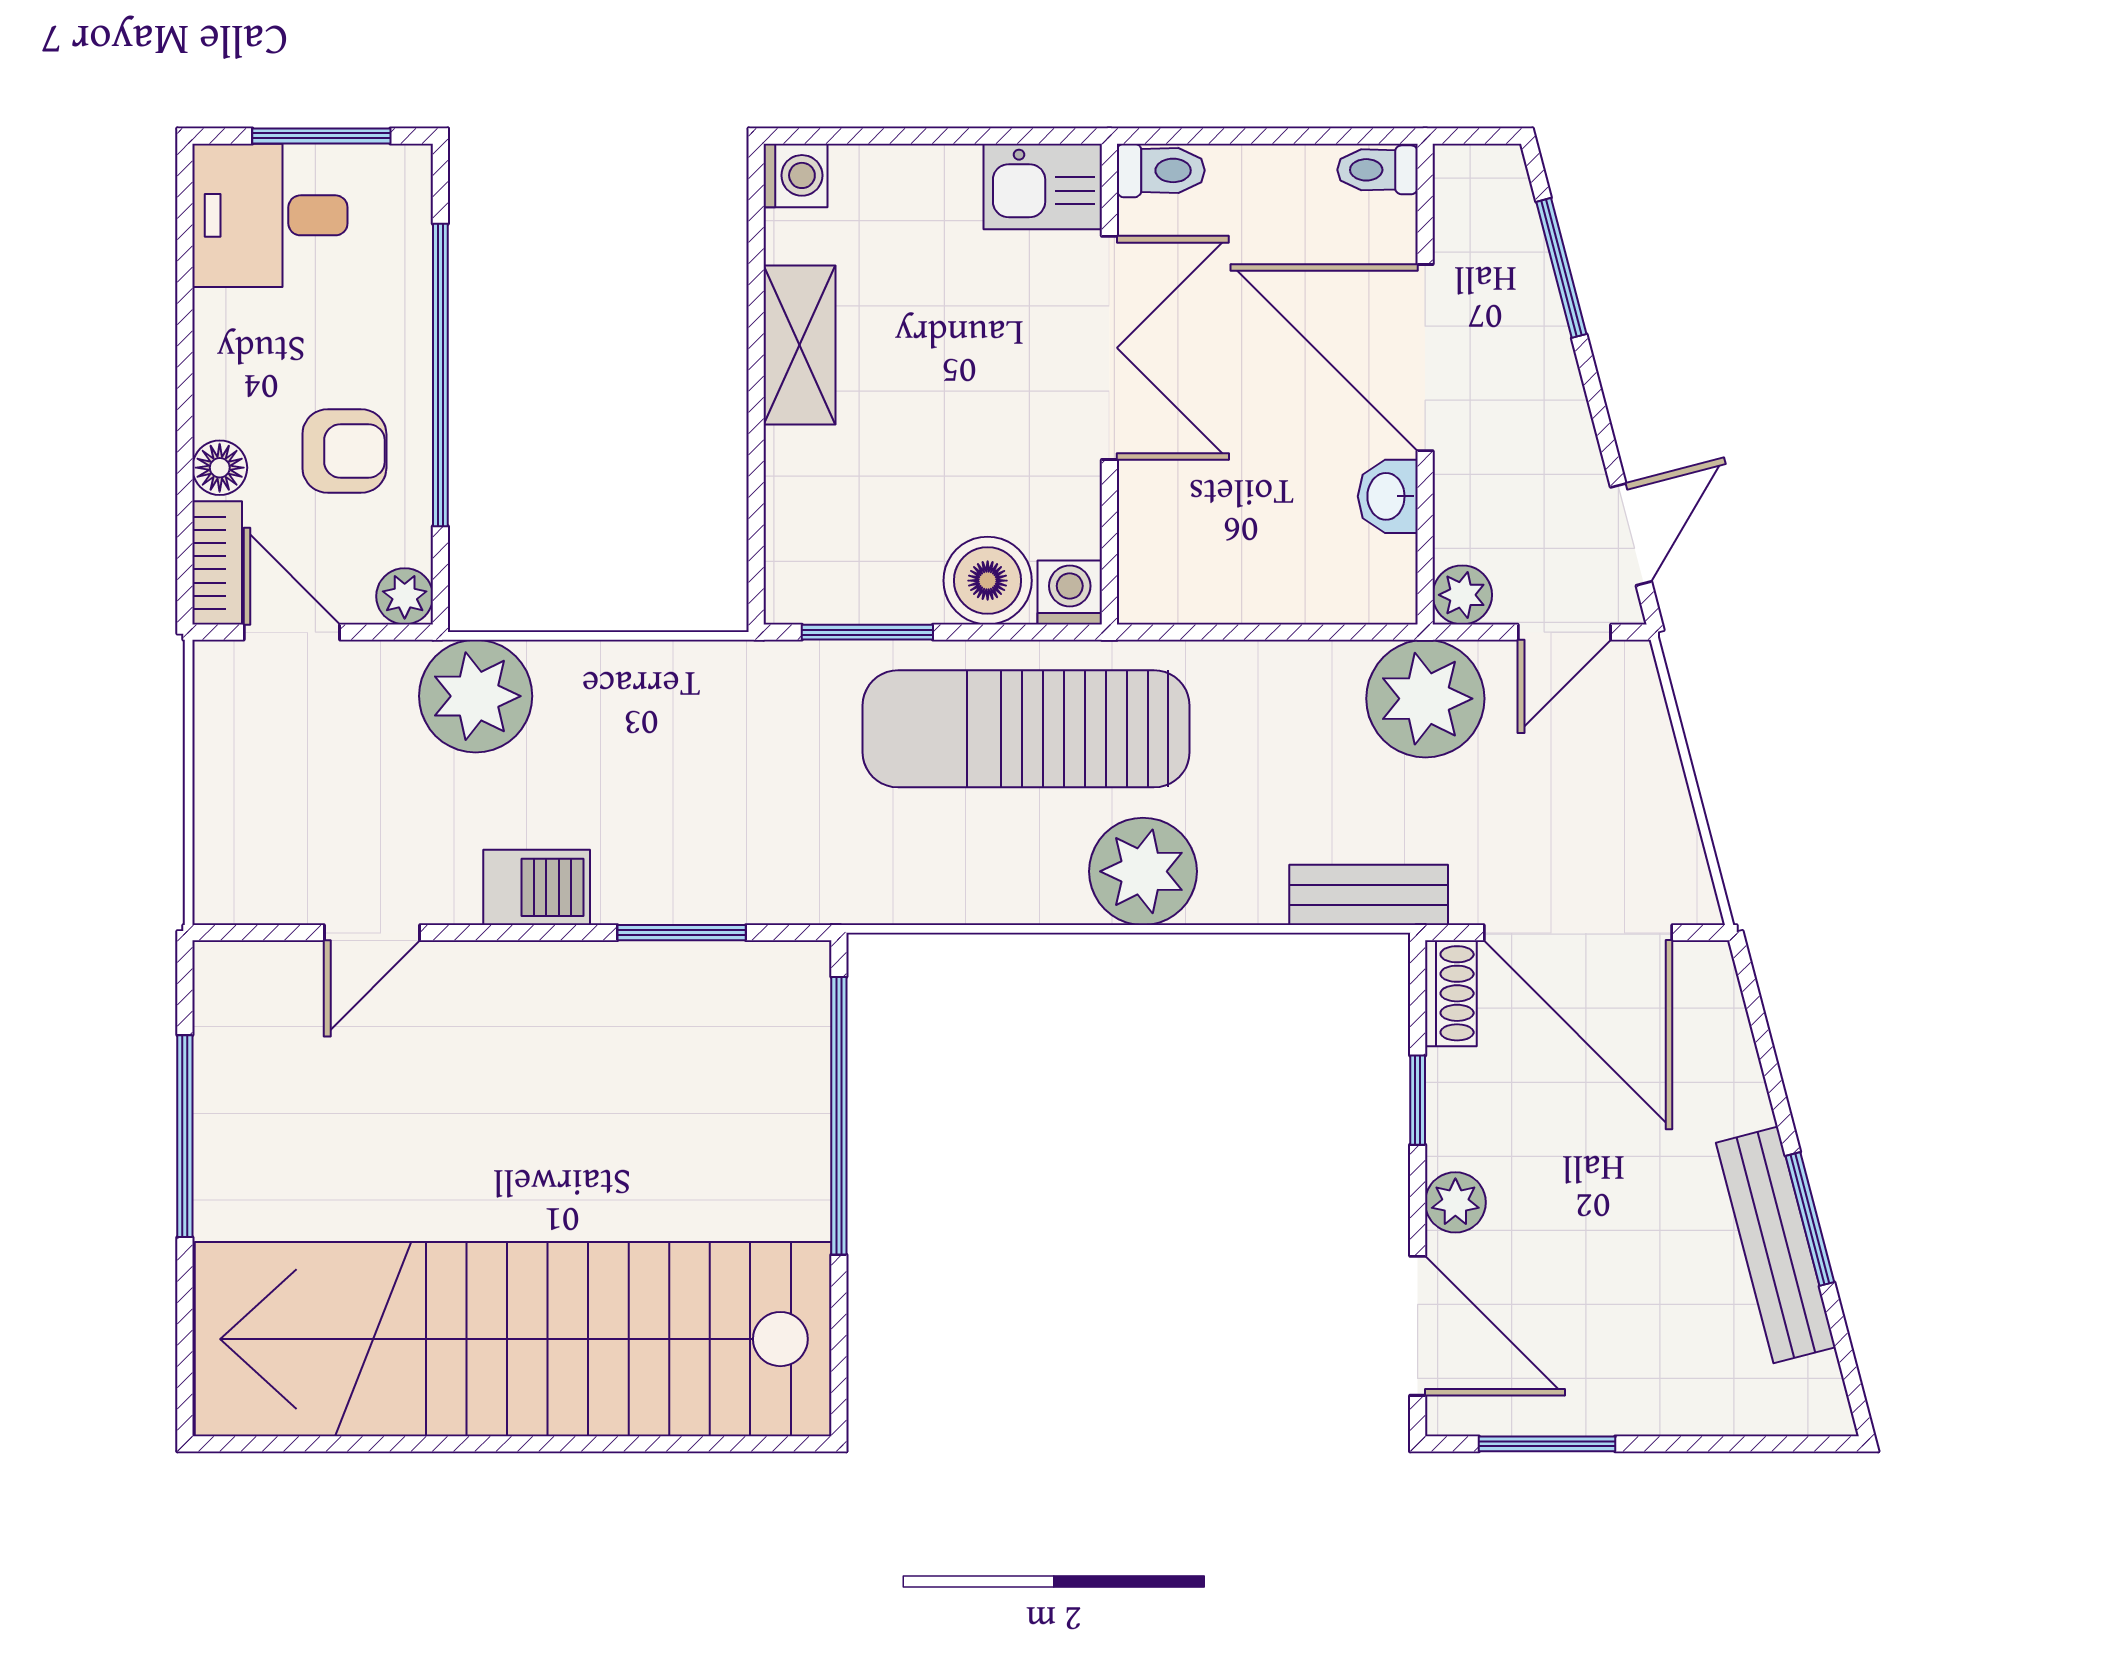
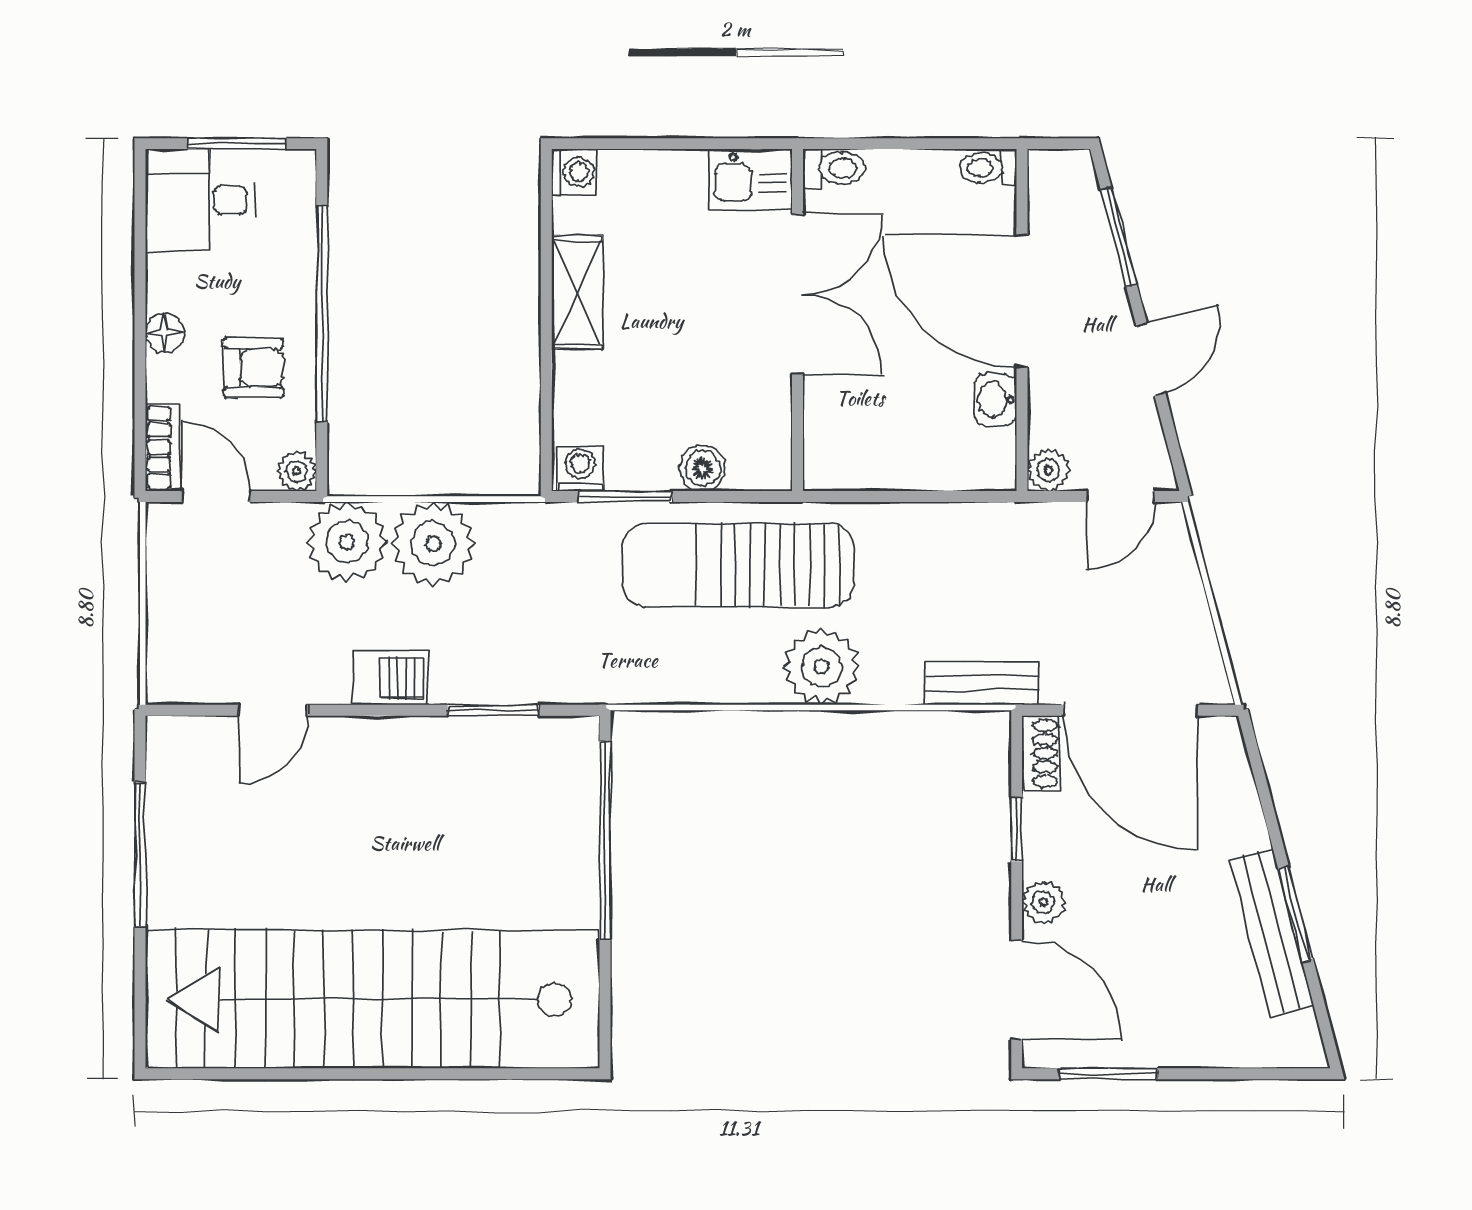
floor lamp: (220, 468) -> (165, 333), moved
door: (1631, 534) -> (1151, 359), moved
boiler: (988, 581) -> (702, 468), width x0.73, depth x0.73
washing machine: (1070, 592) -> (580, 468), moved
plant: (1425, 699) -> (433, 544), moved

